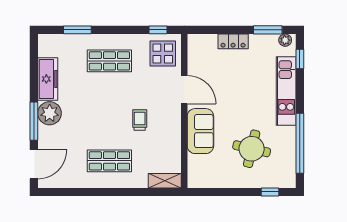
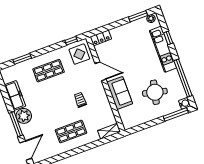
locker: (233, 41) -> (101, 38), moved
window: (300, 59) -> (168, 38), moved
water cooler: (289, 181) -> (185, 103), added
window: (270, 192) -> (176, 114), width x2.17

